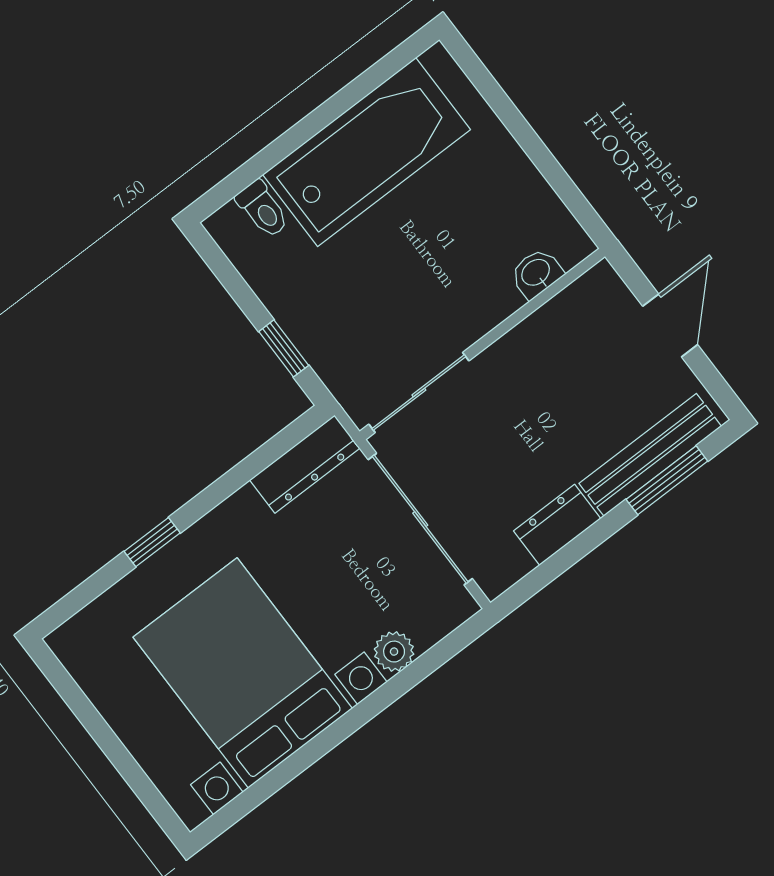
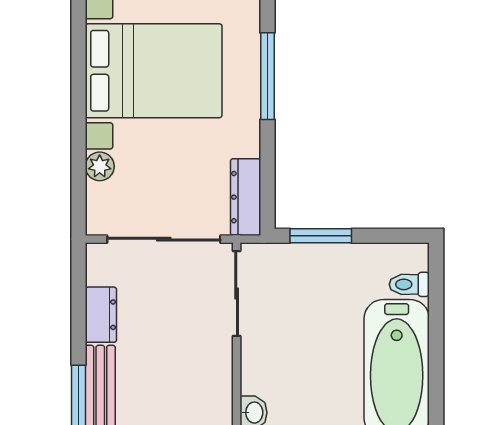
window: (284, 348) -> (321, 236), width x1.50
window: (152, 542) -> (268, 76), width x2.17

